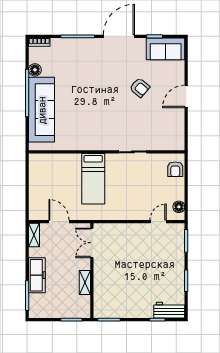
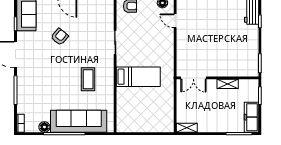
coffee table: (90, 121) -> (88, 79), added
door: (59, 222) -> (175, 106), removed
freezer: (37, 275) -> (251, 117), moved, turned -90

